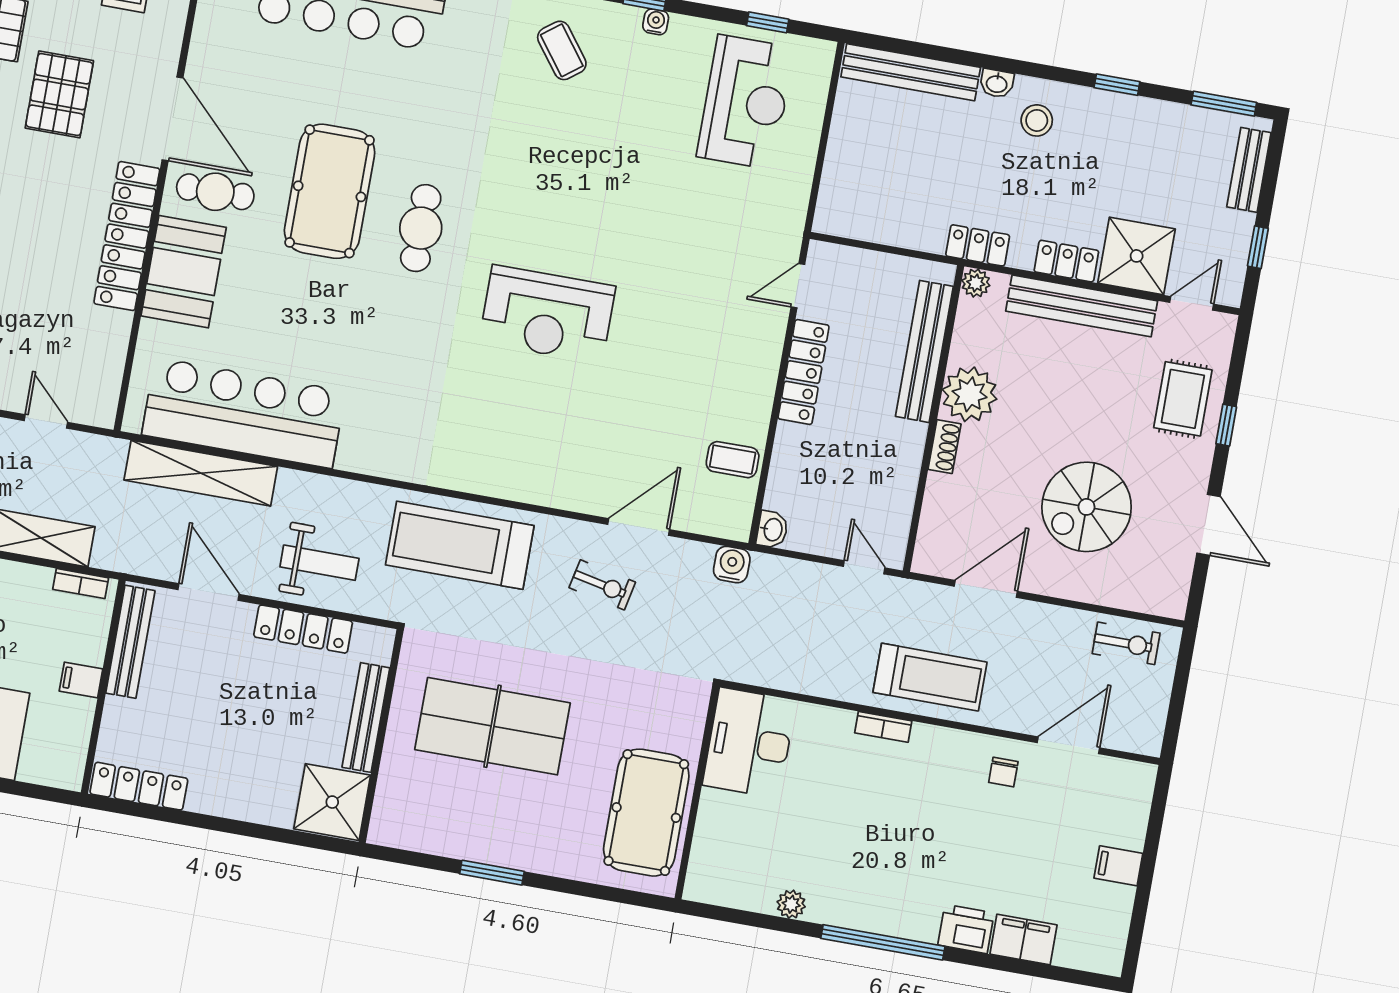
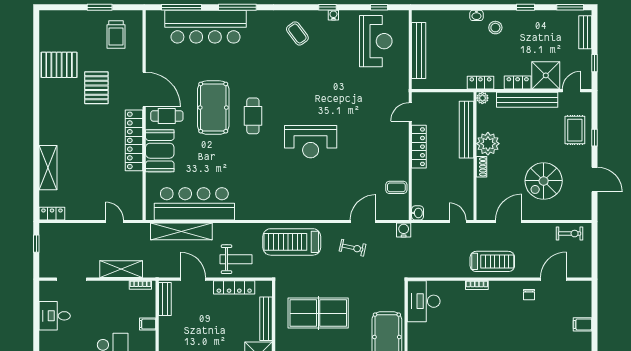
bench: (911, 72) -> (419, 51), moved, turned 90
bench: (130, 642) -> (165, 299), width x0.73

